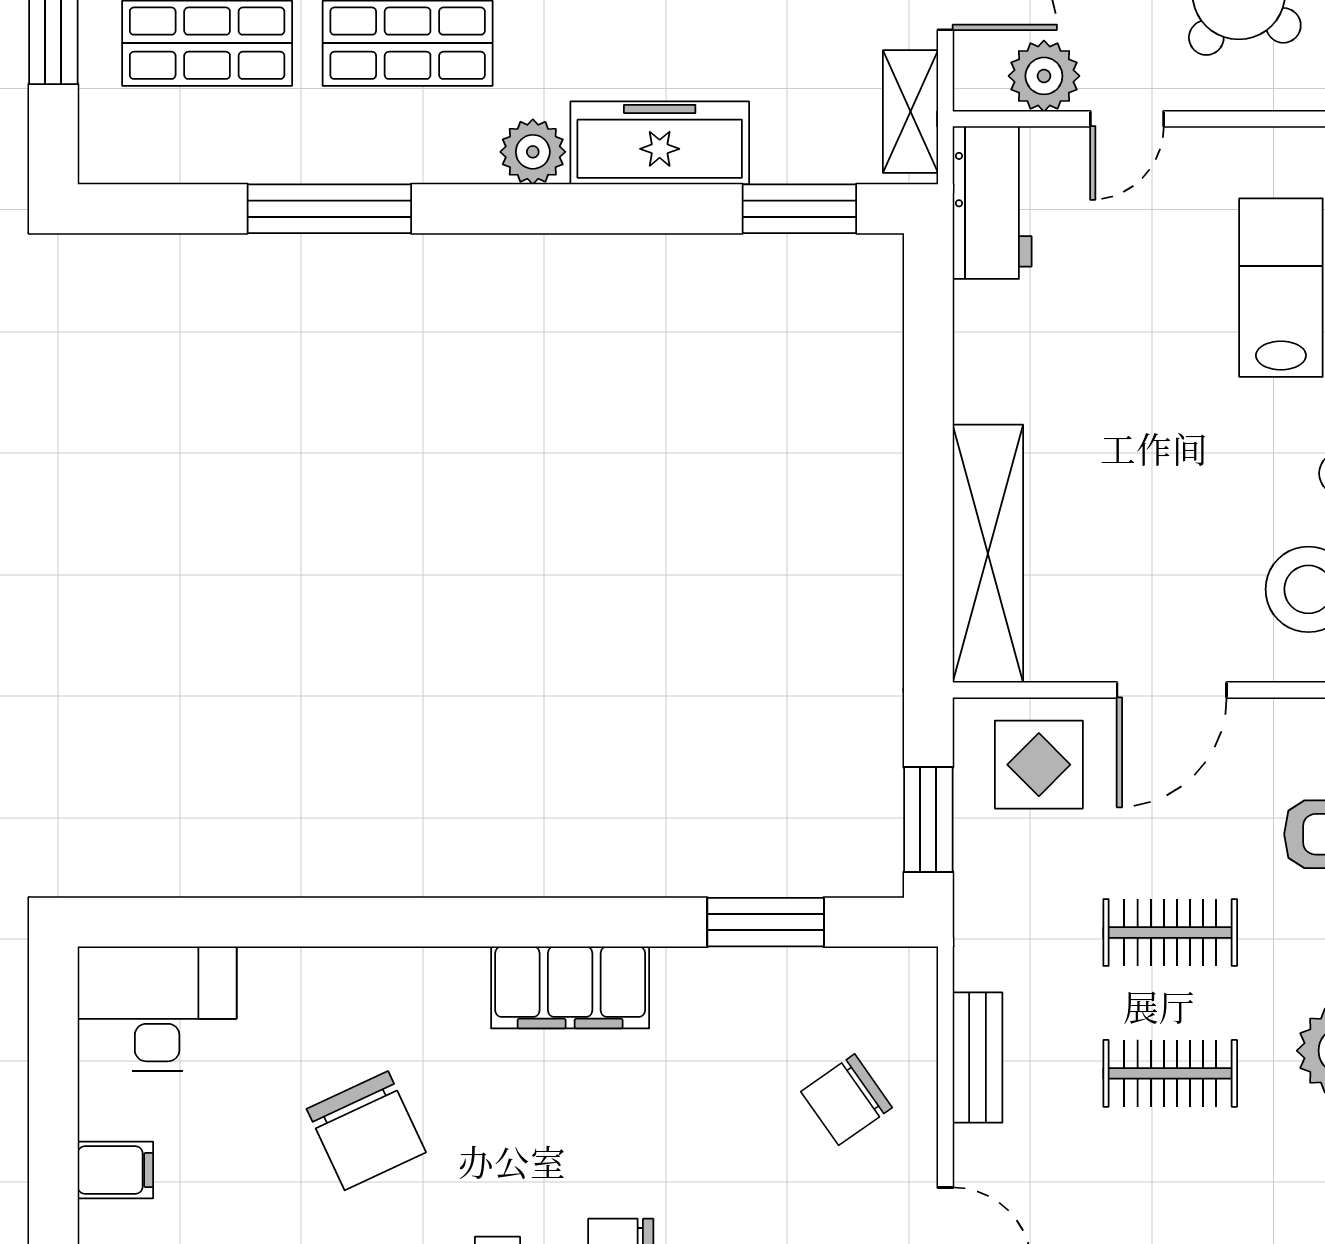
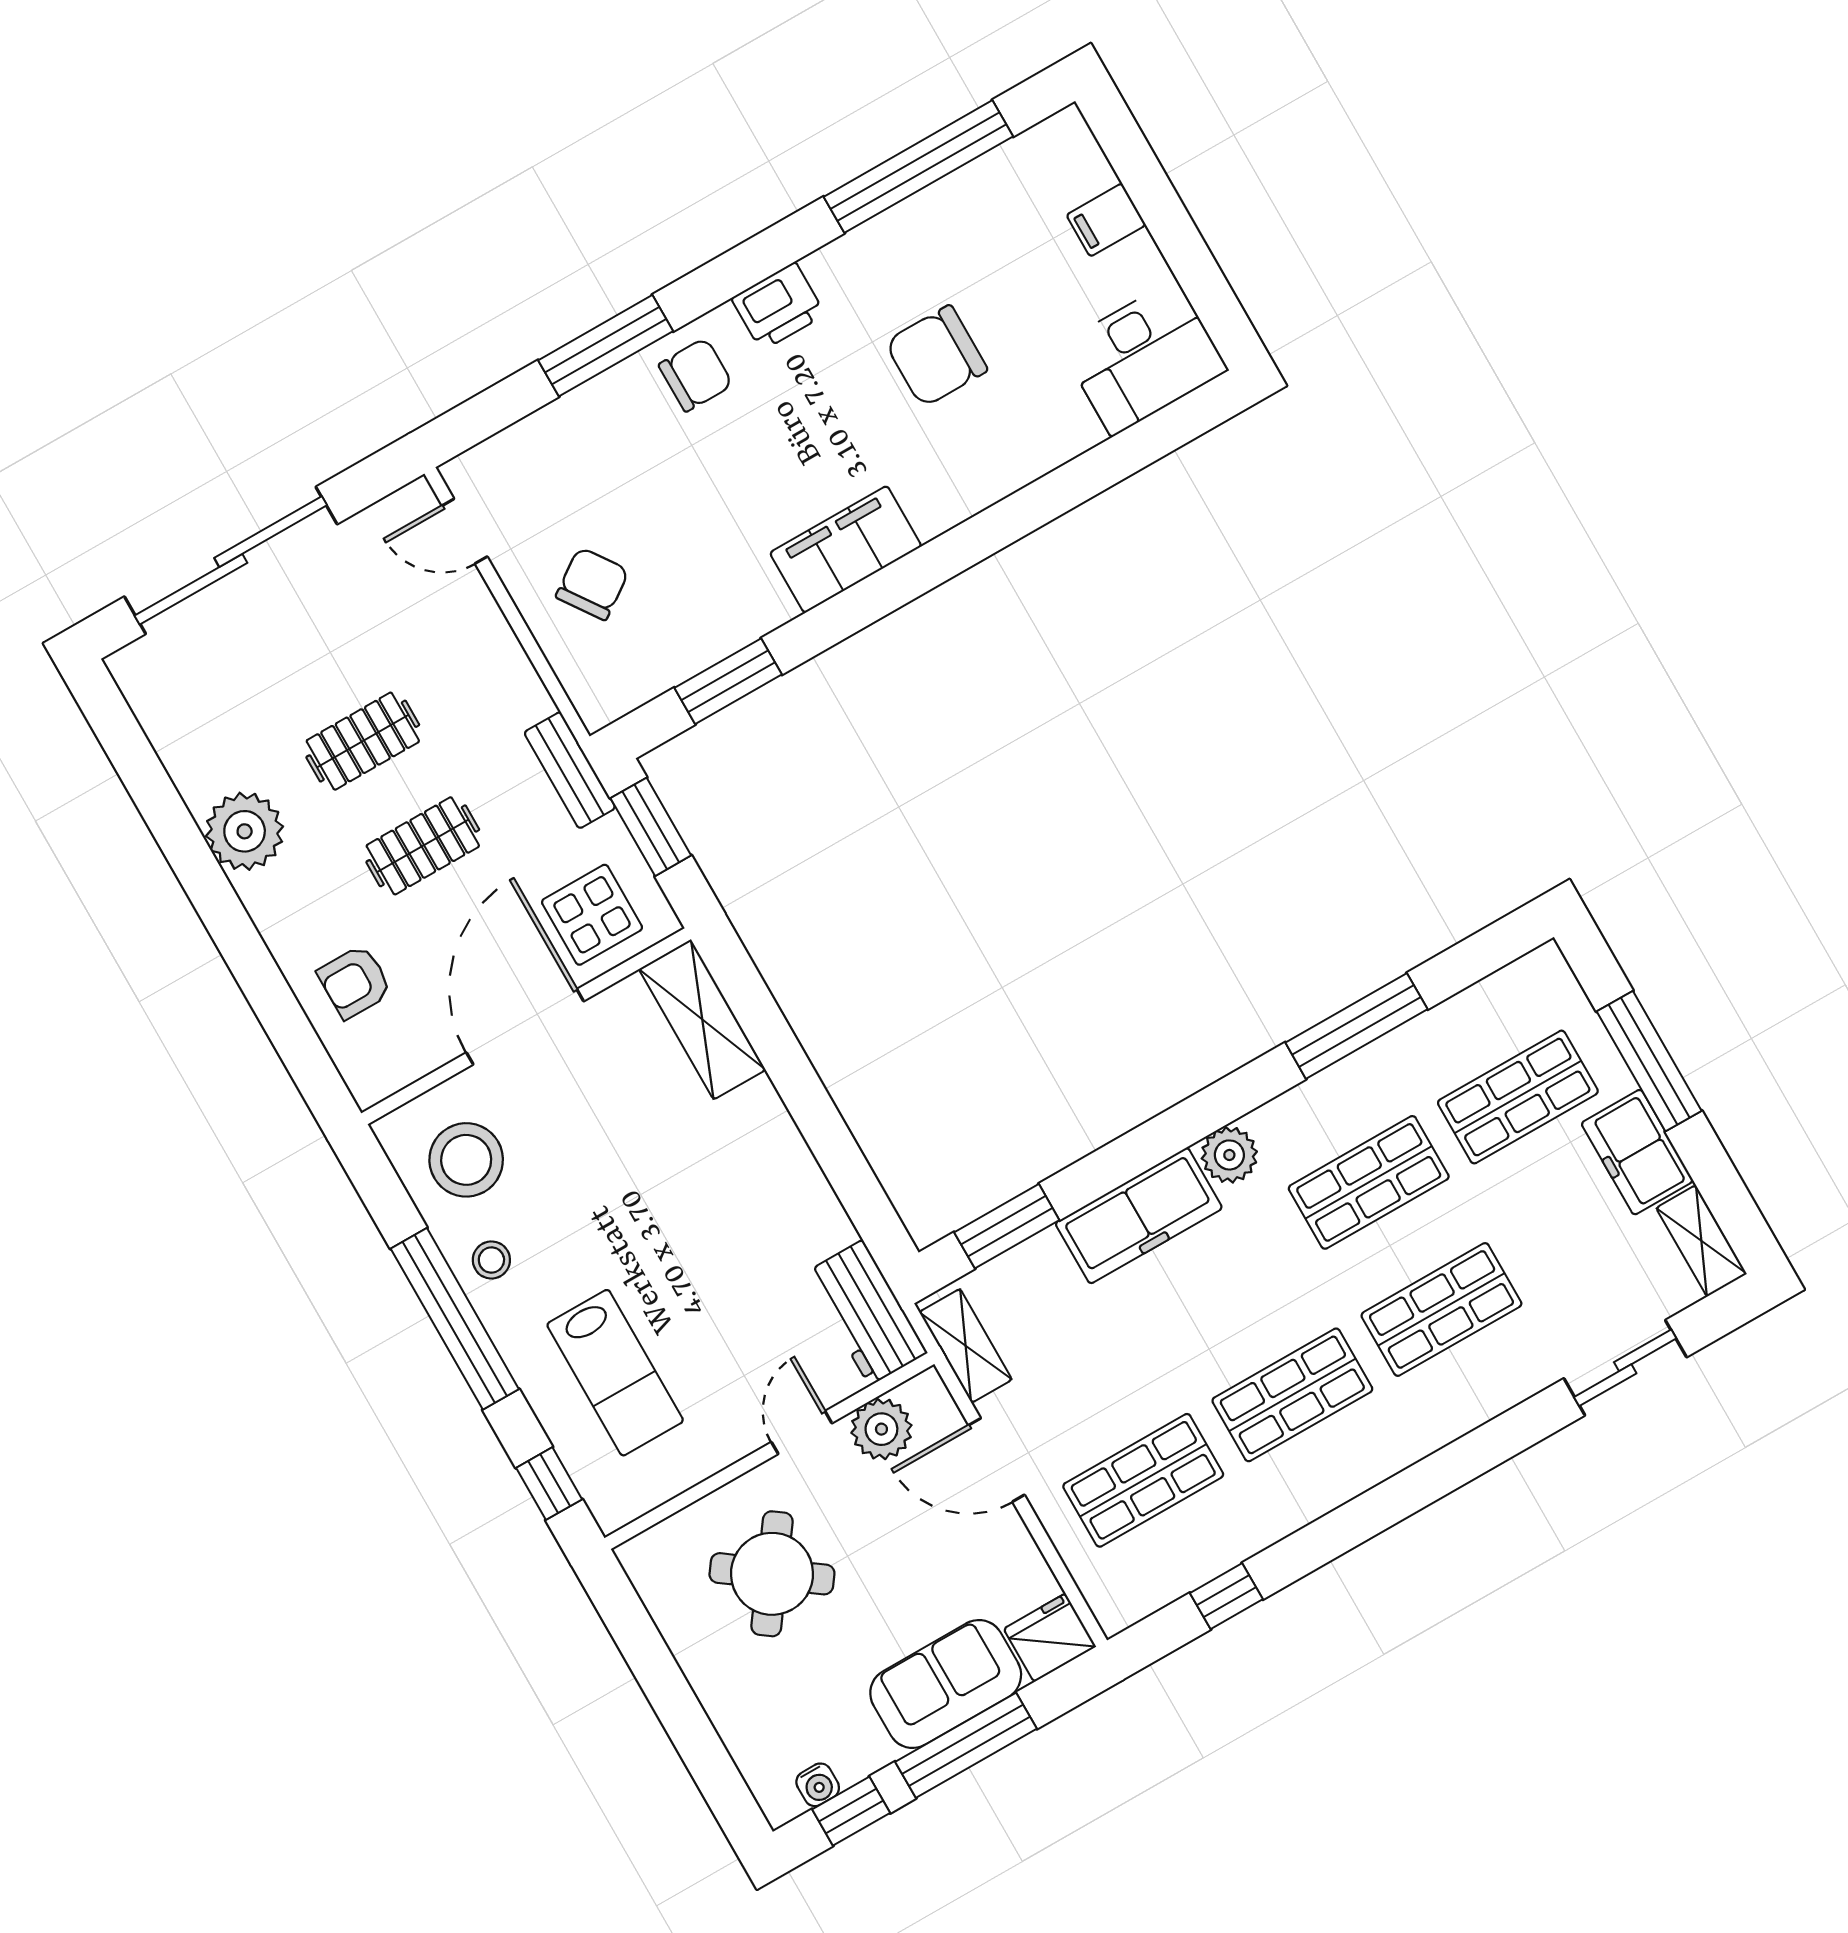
shelving: (988, 554) -> (702, 1019), width x0.68
door: (1172, 690) -> (525, 1027), width x1.36
bench: (978, 1058) -> (570, 770), moved
chair: (366, 1131) -> (936, 356), turned -65

